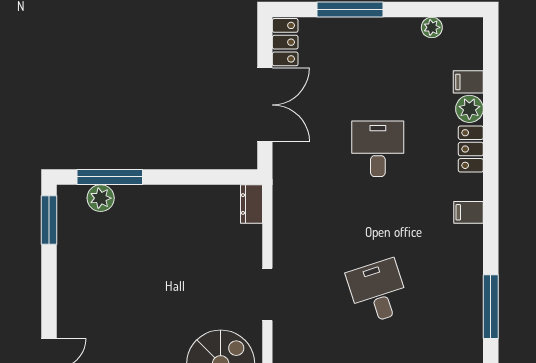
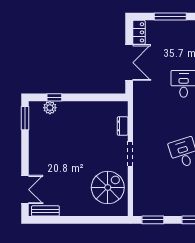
window: (110, 177) -> (54, 97), width x0.46
dresser: (251, 204) -> (123, 126), moved

